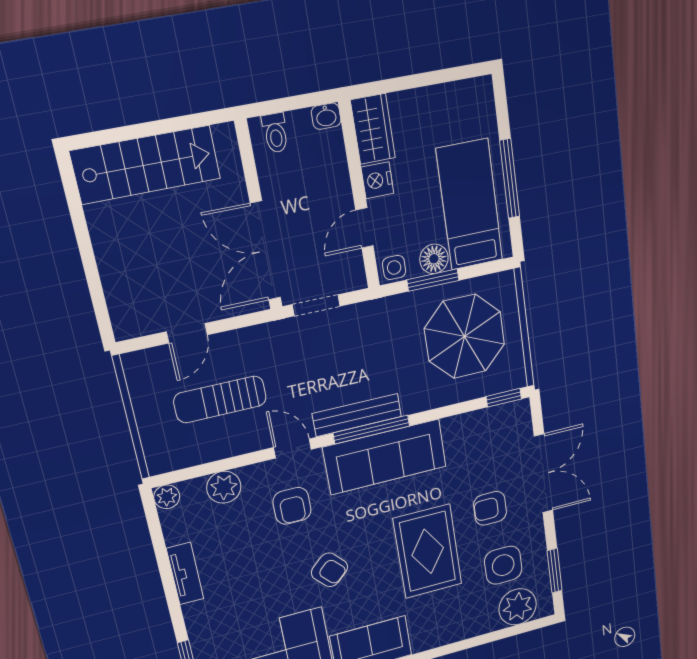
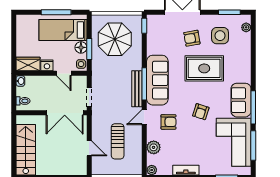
armchair: (490, 508) -> (192, 38), turned 80
armchair: (329, 570) -> (201, 112), turned 151
plant: (518, 607) -> (246, 27), width x0.53, depth x0.53

